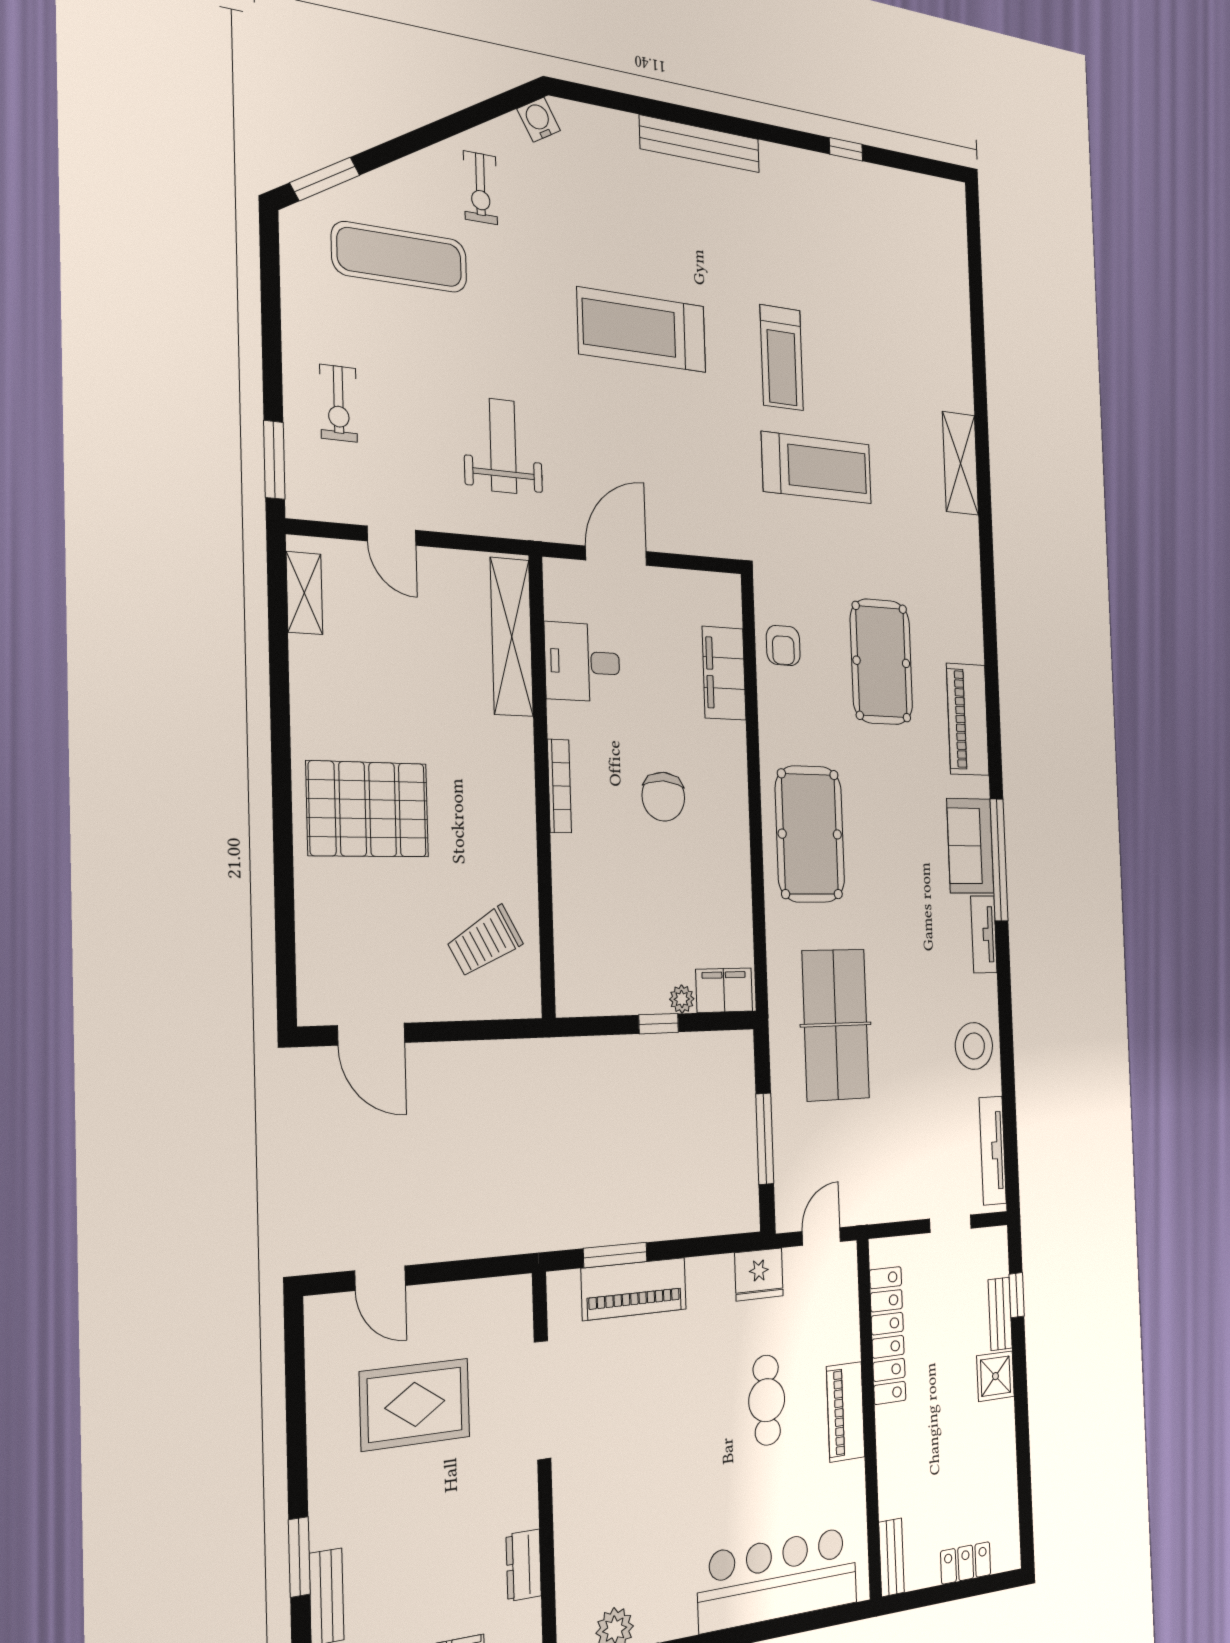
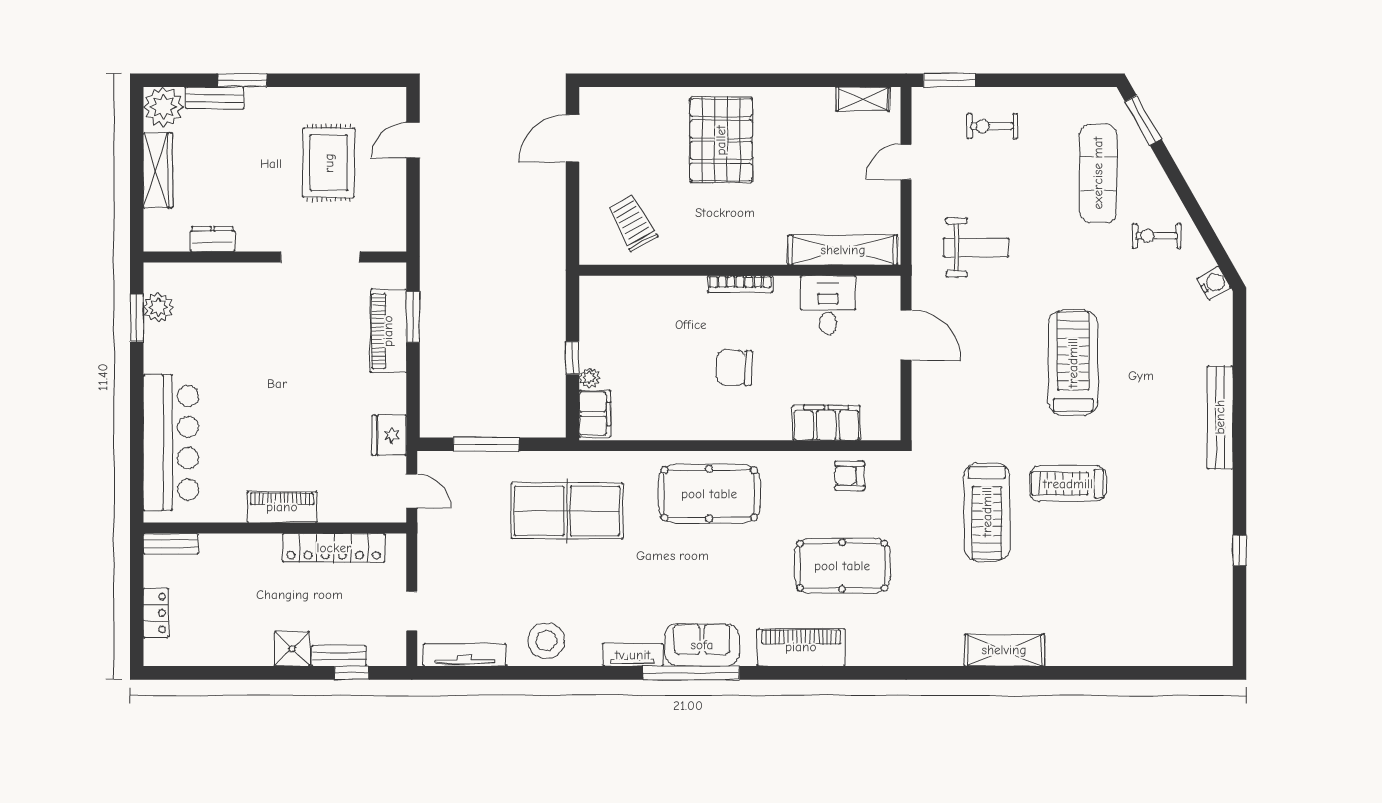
cafe table: (767, 1400) -> (299, 438), removed

